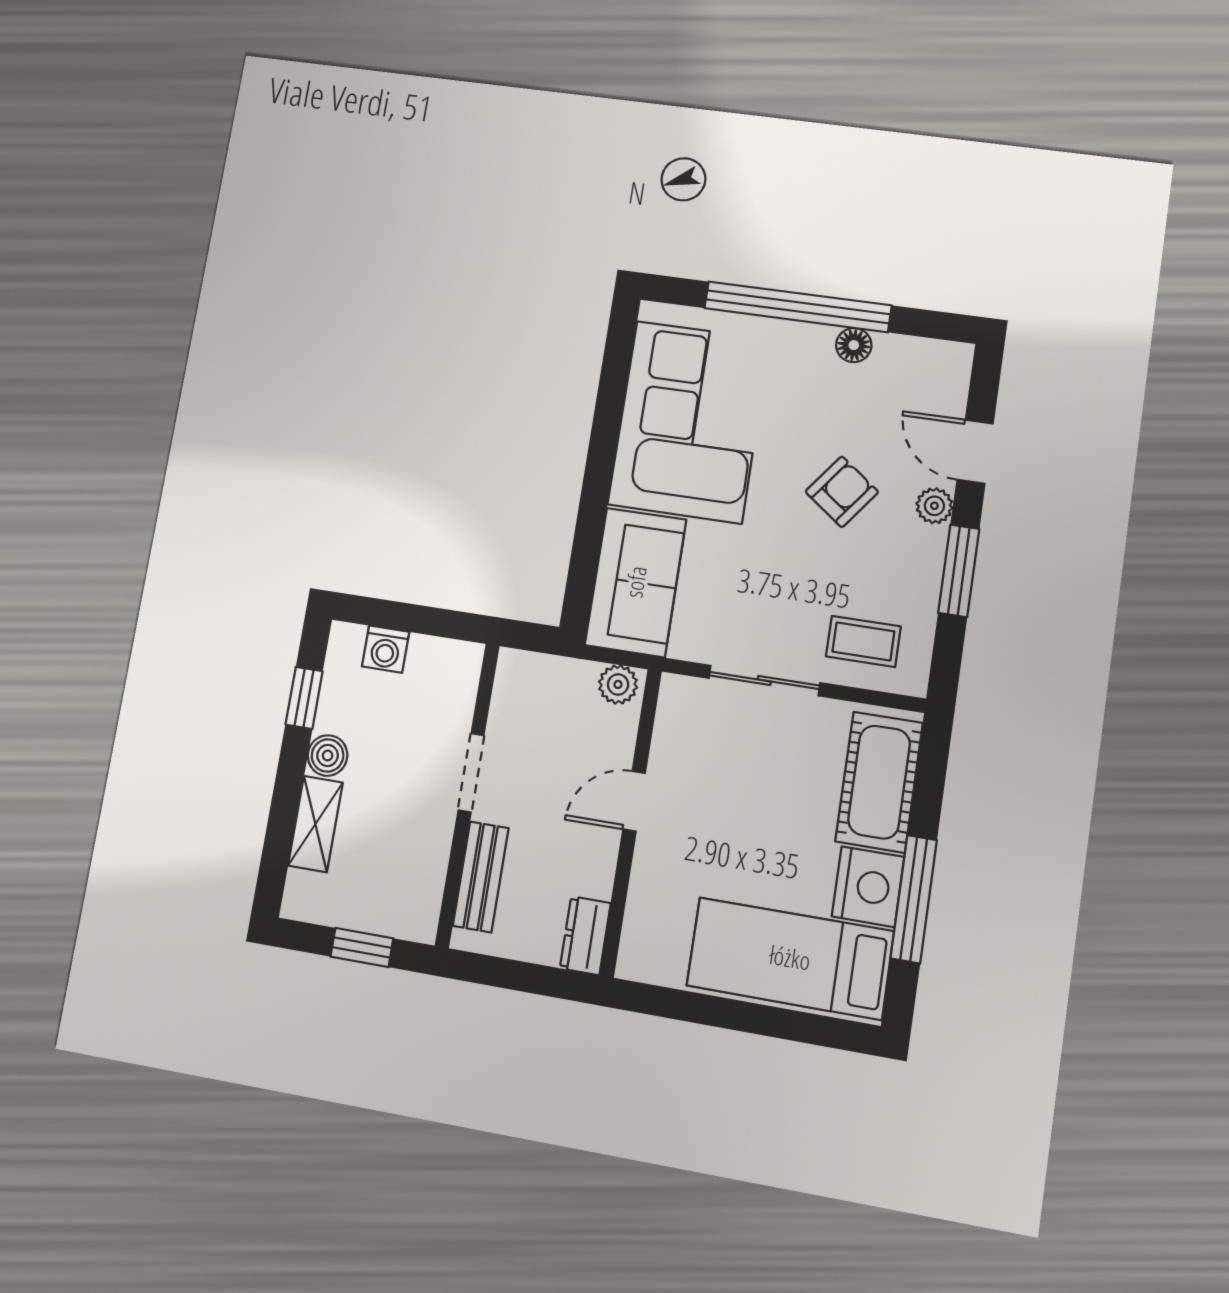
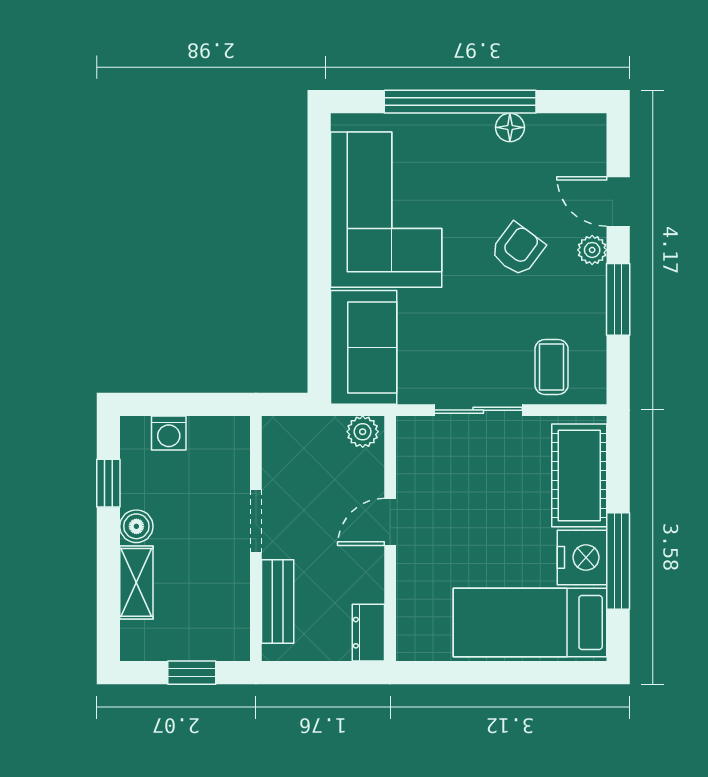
coffee table: (863, 641) -> (552, 367), turned 90

